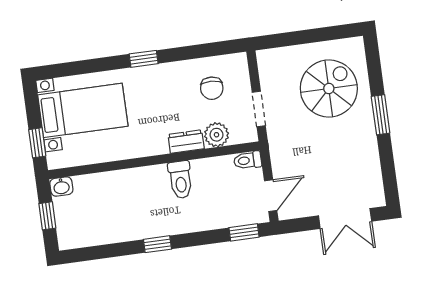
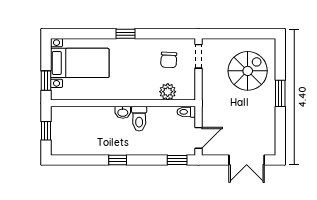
doorway: (259, 109) -> (199, 56), moved
dresser: (186, 142) -> (146, 94), removed
washbasin: (61, 186) -> (123, 112), moved

